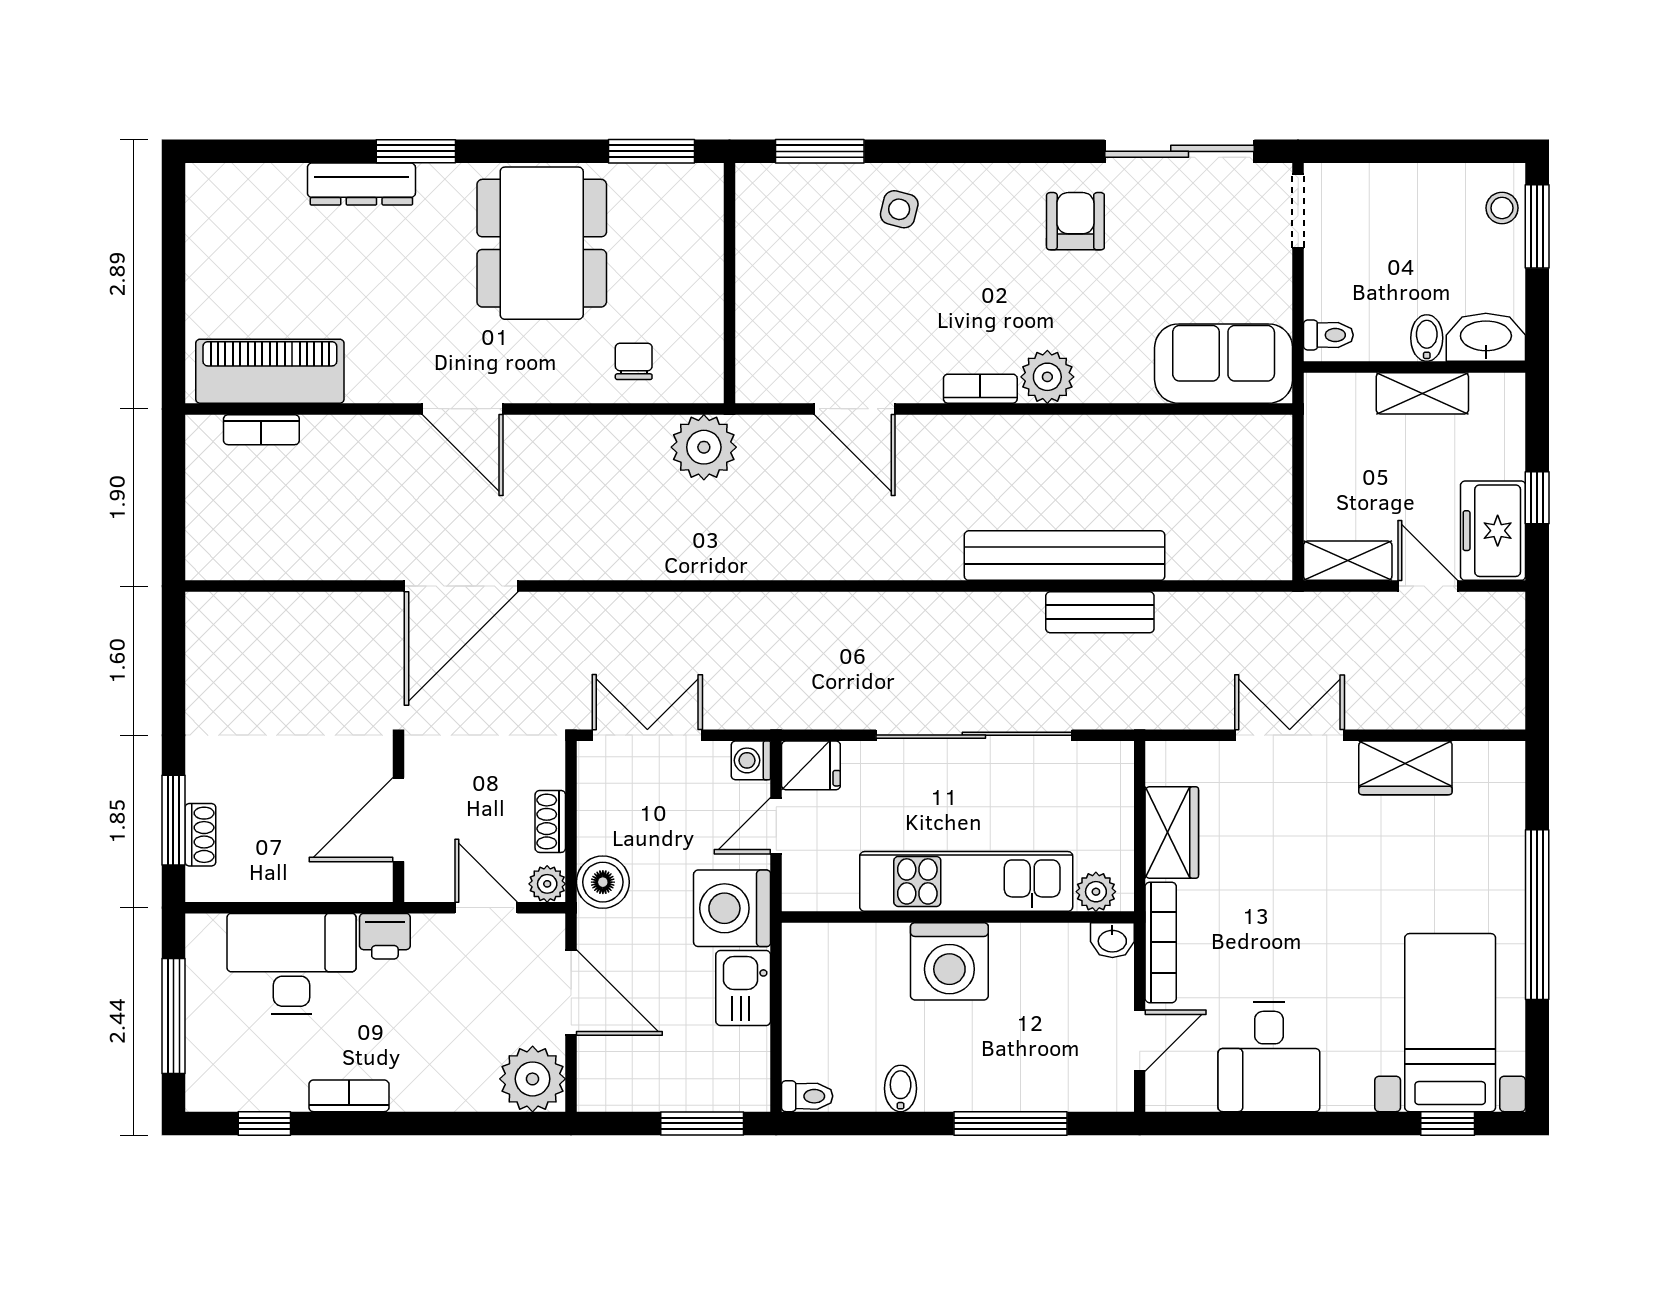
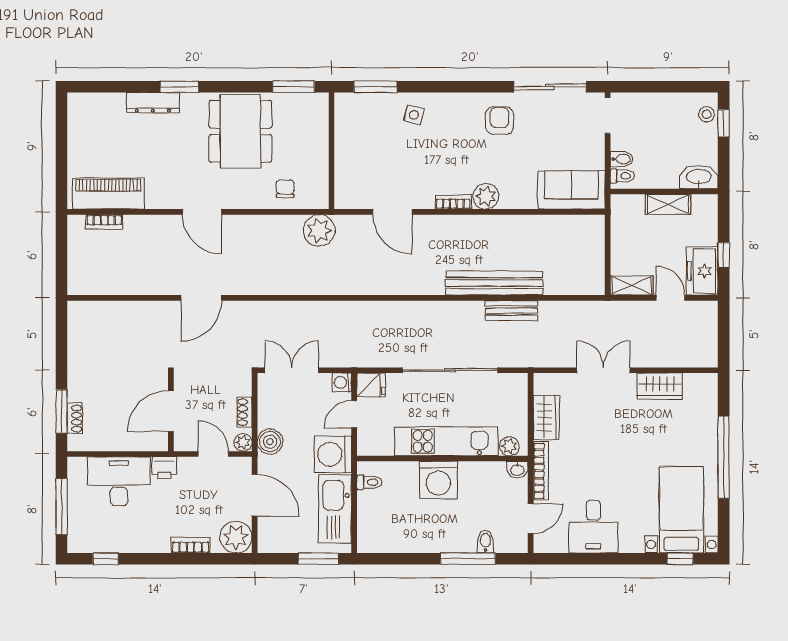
window: (1537, 226) -> (724, 123), width x0.67
bidet: (1427, 338) -> (622, 159), moved, turned 90
door: (461, 586) -> (201, 298), width x0.73
kitchen sink: (743, 988) -> (335, 509), width x1.87, depth x1.24
bidet: (901, 1088) -> (485, 542), moved
bookcase: (349, 1096) -> (191, 545), moved
toilet: (807, 1096) -> (369, 482), moved

